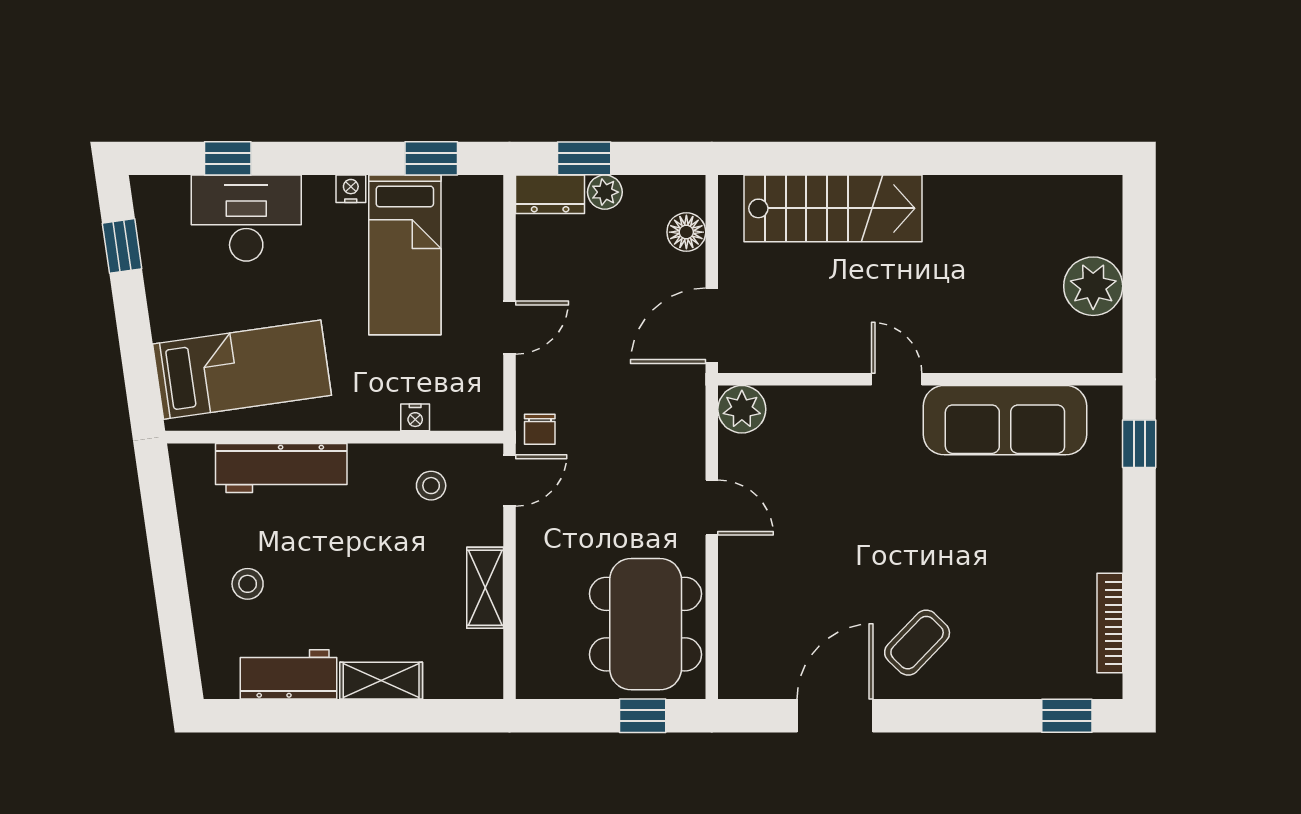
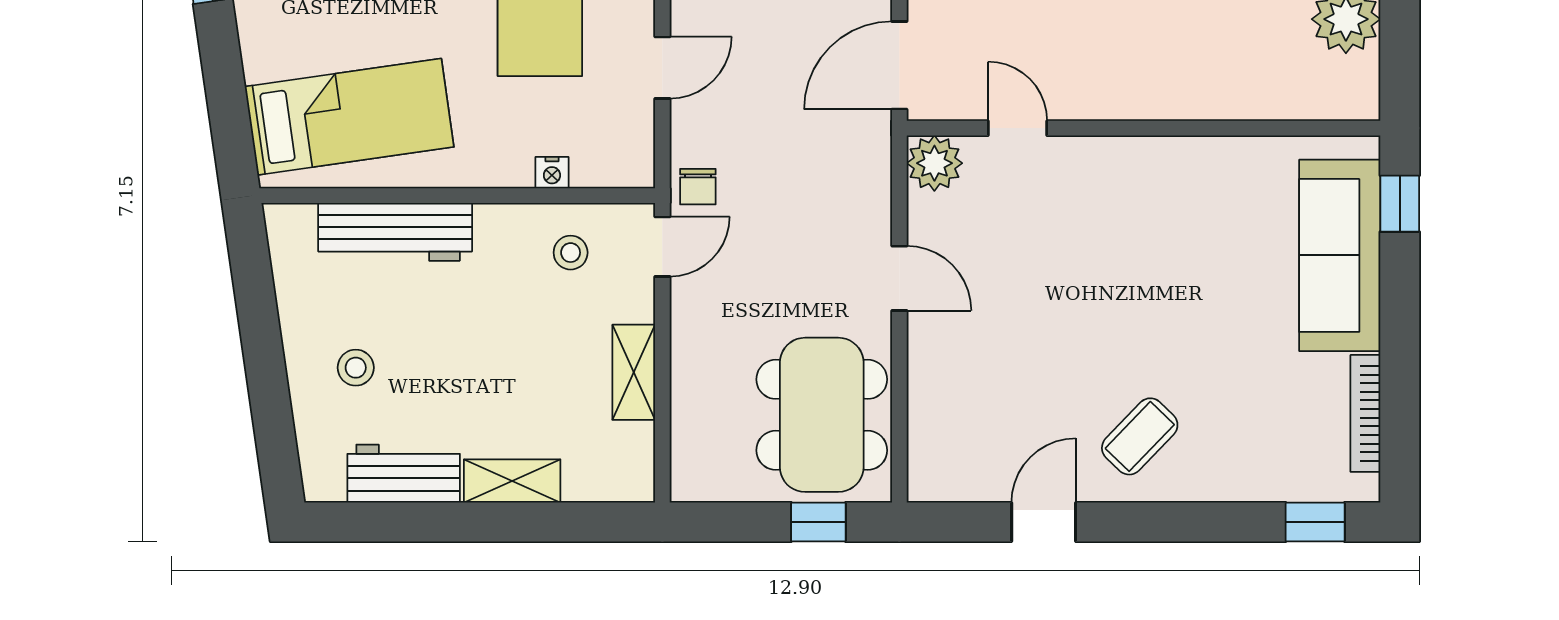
door: (897, 379) -> (1017, 128), moved
sofa: (1005, 420) -> (1340, 255), moved, turned 90
door: (835, 716) -> (1044, 522), width x0.73

